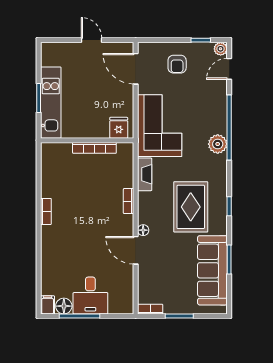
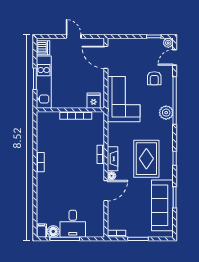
dishwasher: (50, 56) -> (43, 48), added
armchair: (177, 64) -> (154, 78), moved
fireplace: (145, 174) -> (113, 159), moved
door: (136, 250) -> (106, 191), swing flipped

